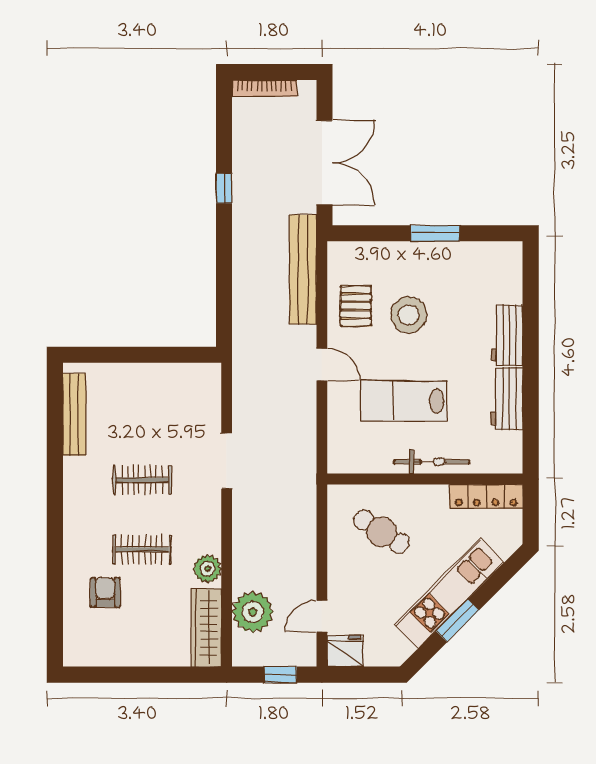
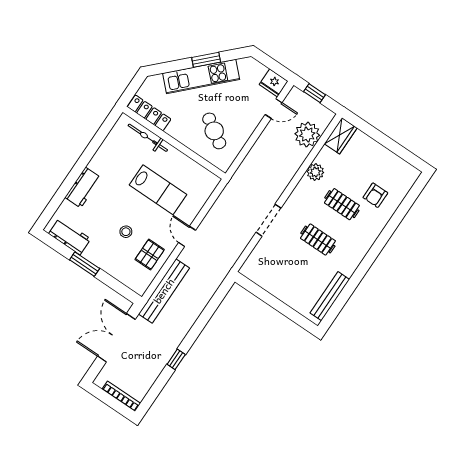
stool: (409, 315) -> (126, 232), width x0.53, depth x0.53
workbench: (507, 399) -> (70, 236), moved, turned -90
bicycle: (431, 462) -> (148, 138), moved
wardrobe: (206, 628) -> (341, 136), width x0.67

